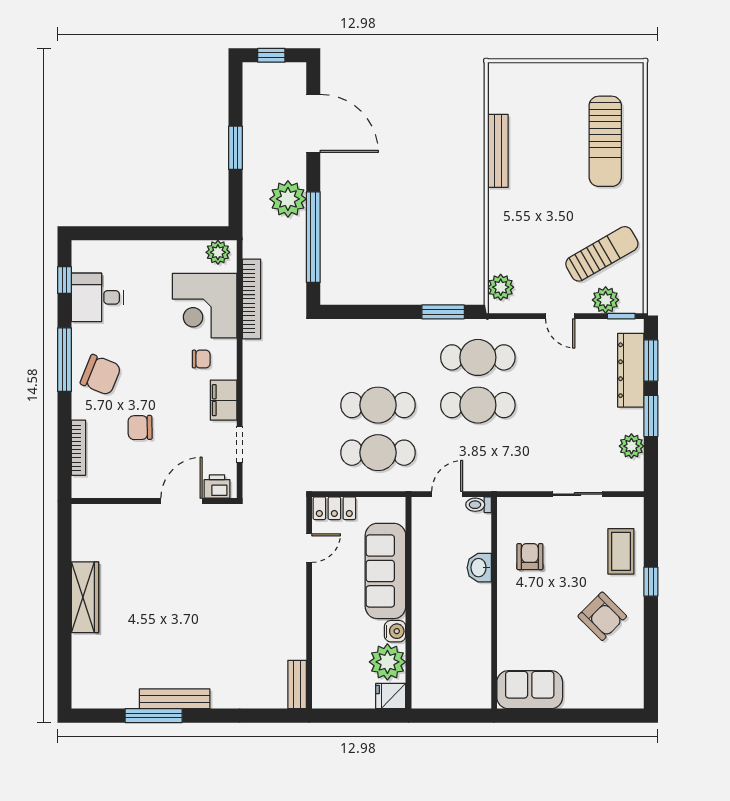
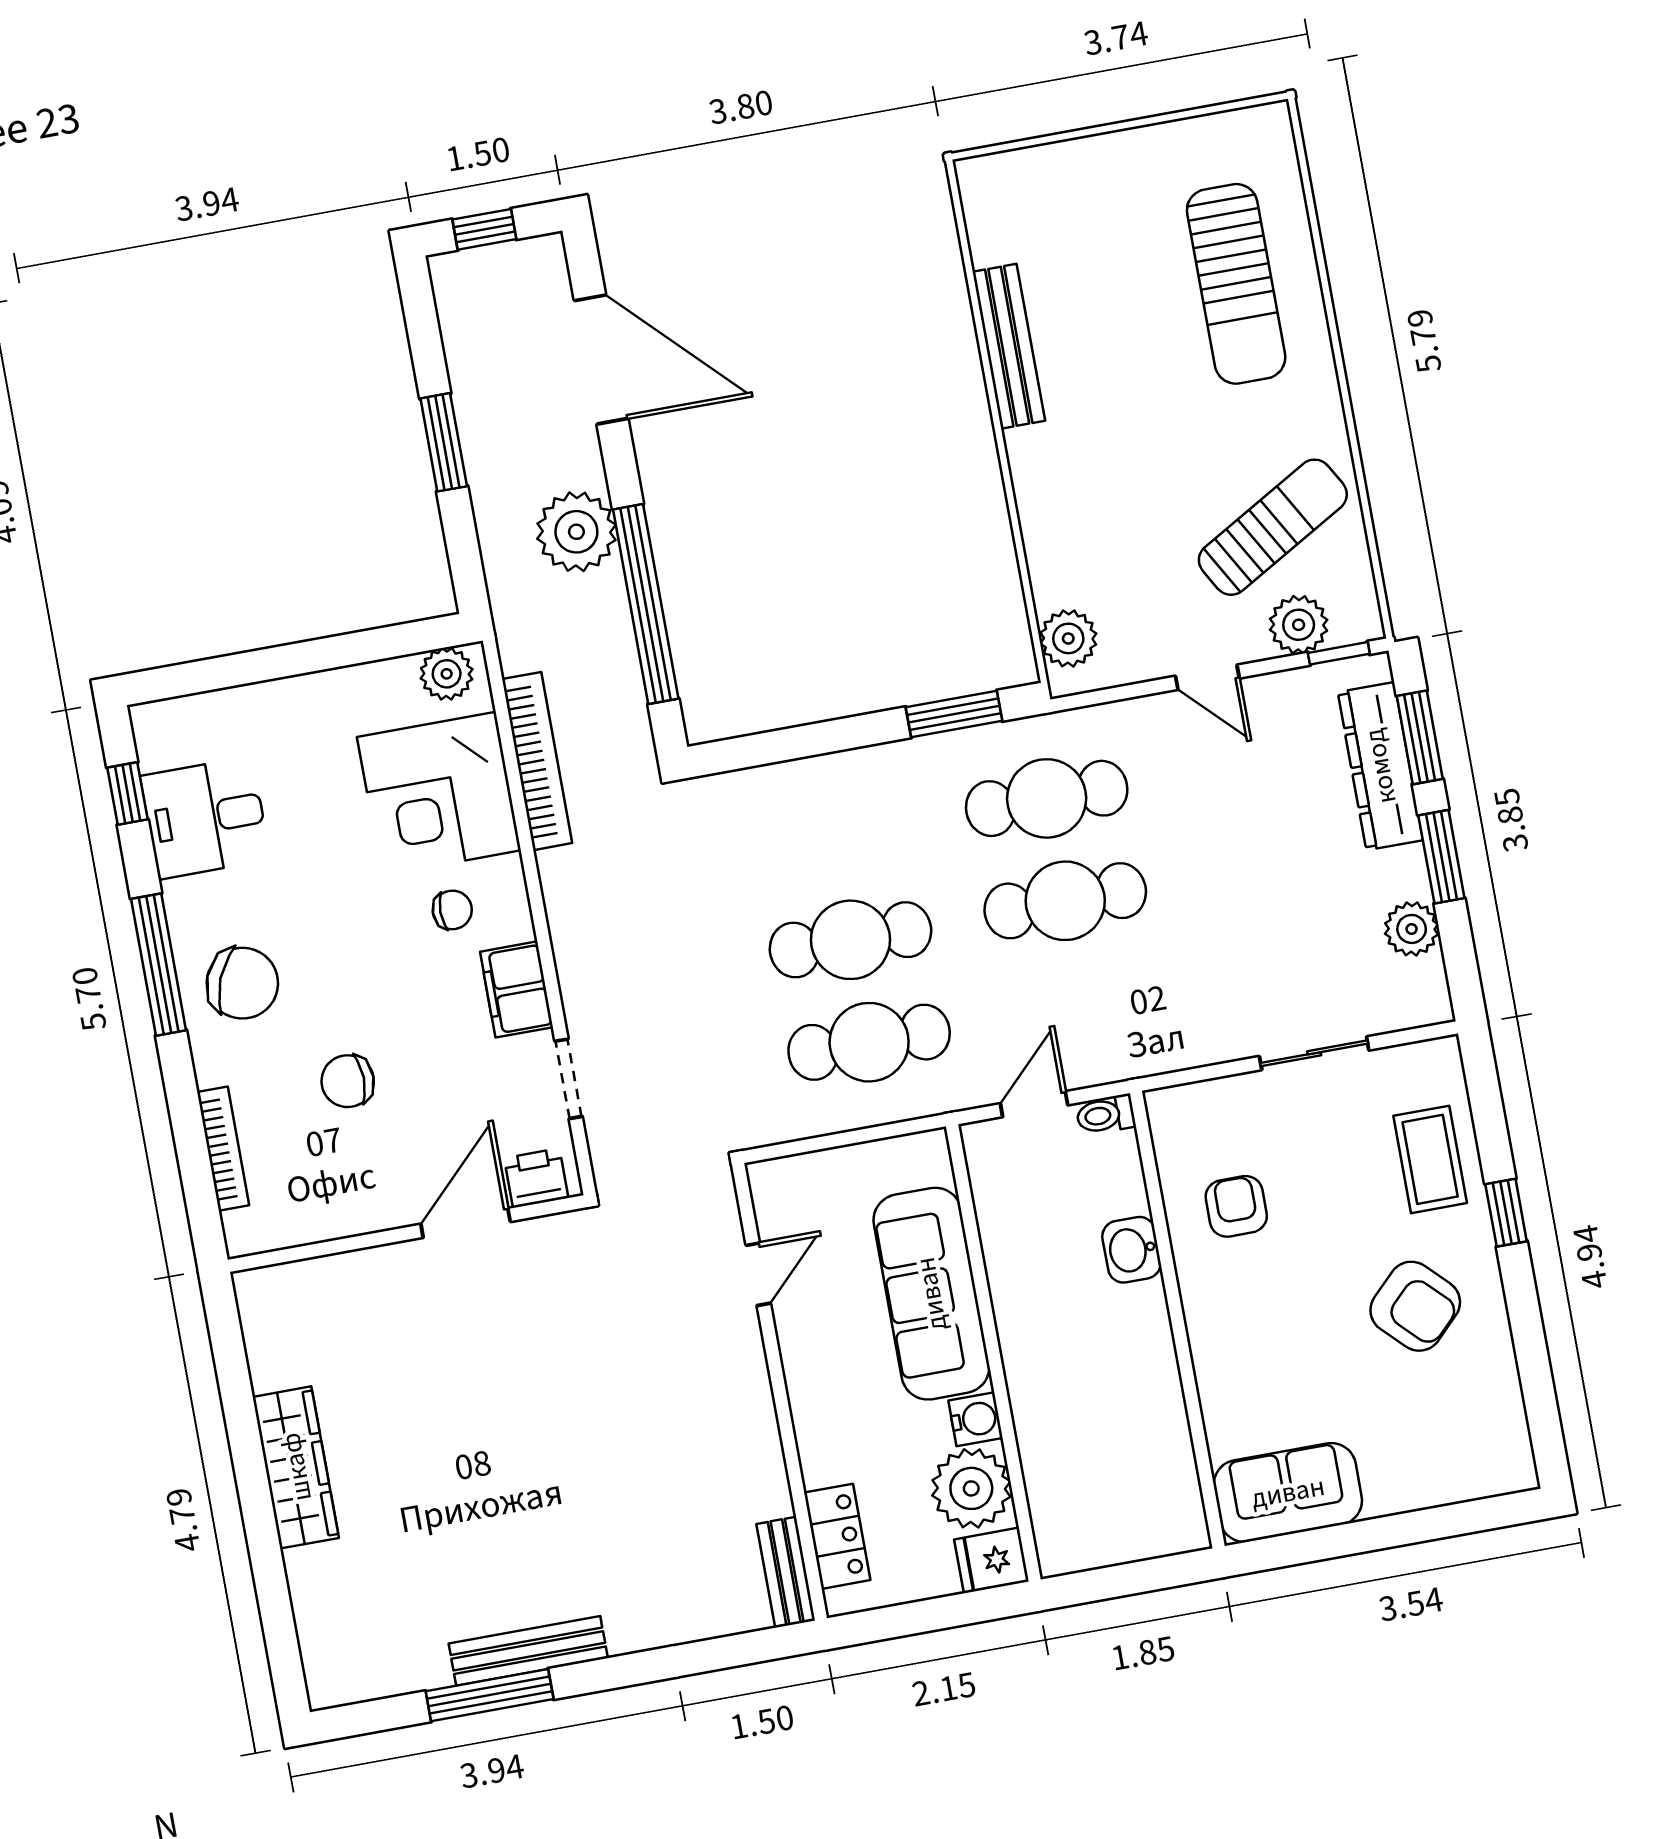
locker: (334, 508) -> (837, 1536), moved, turned -90

